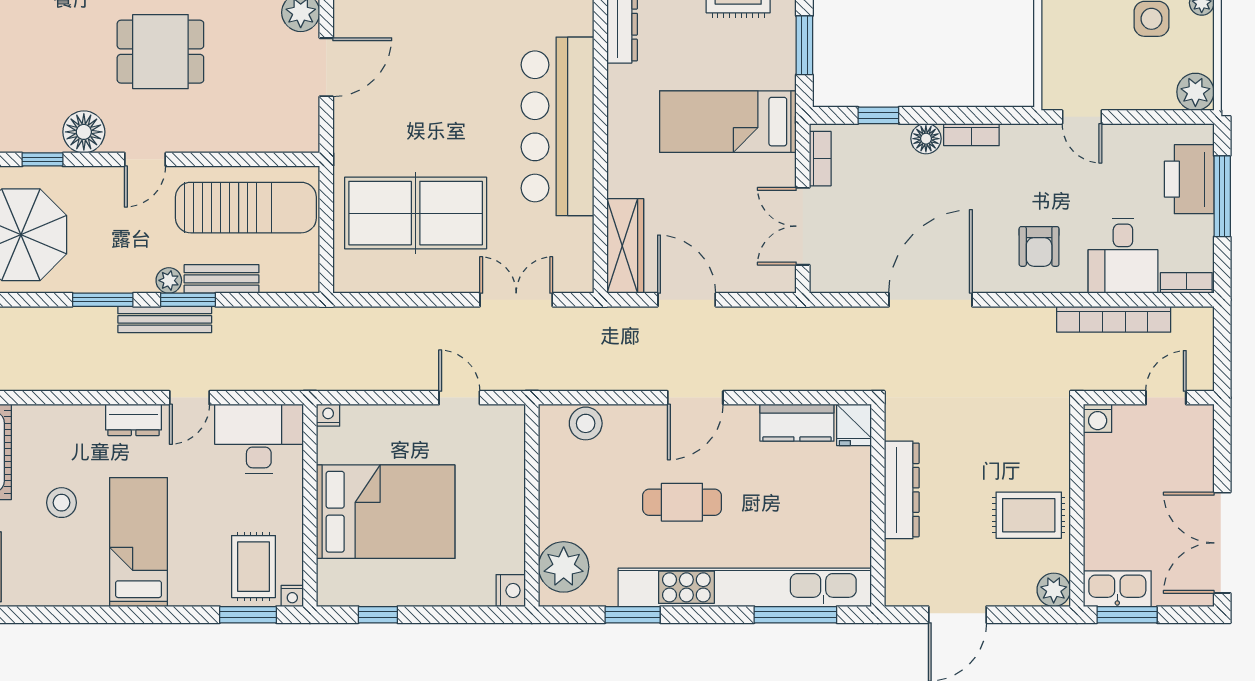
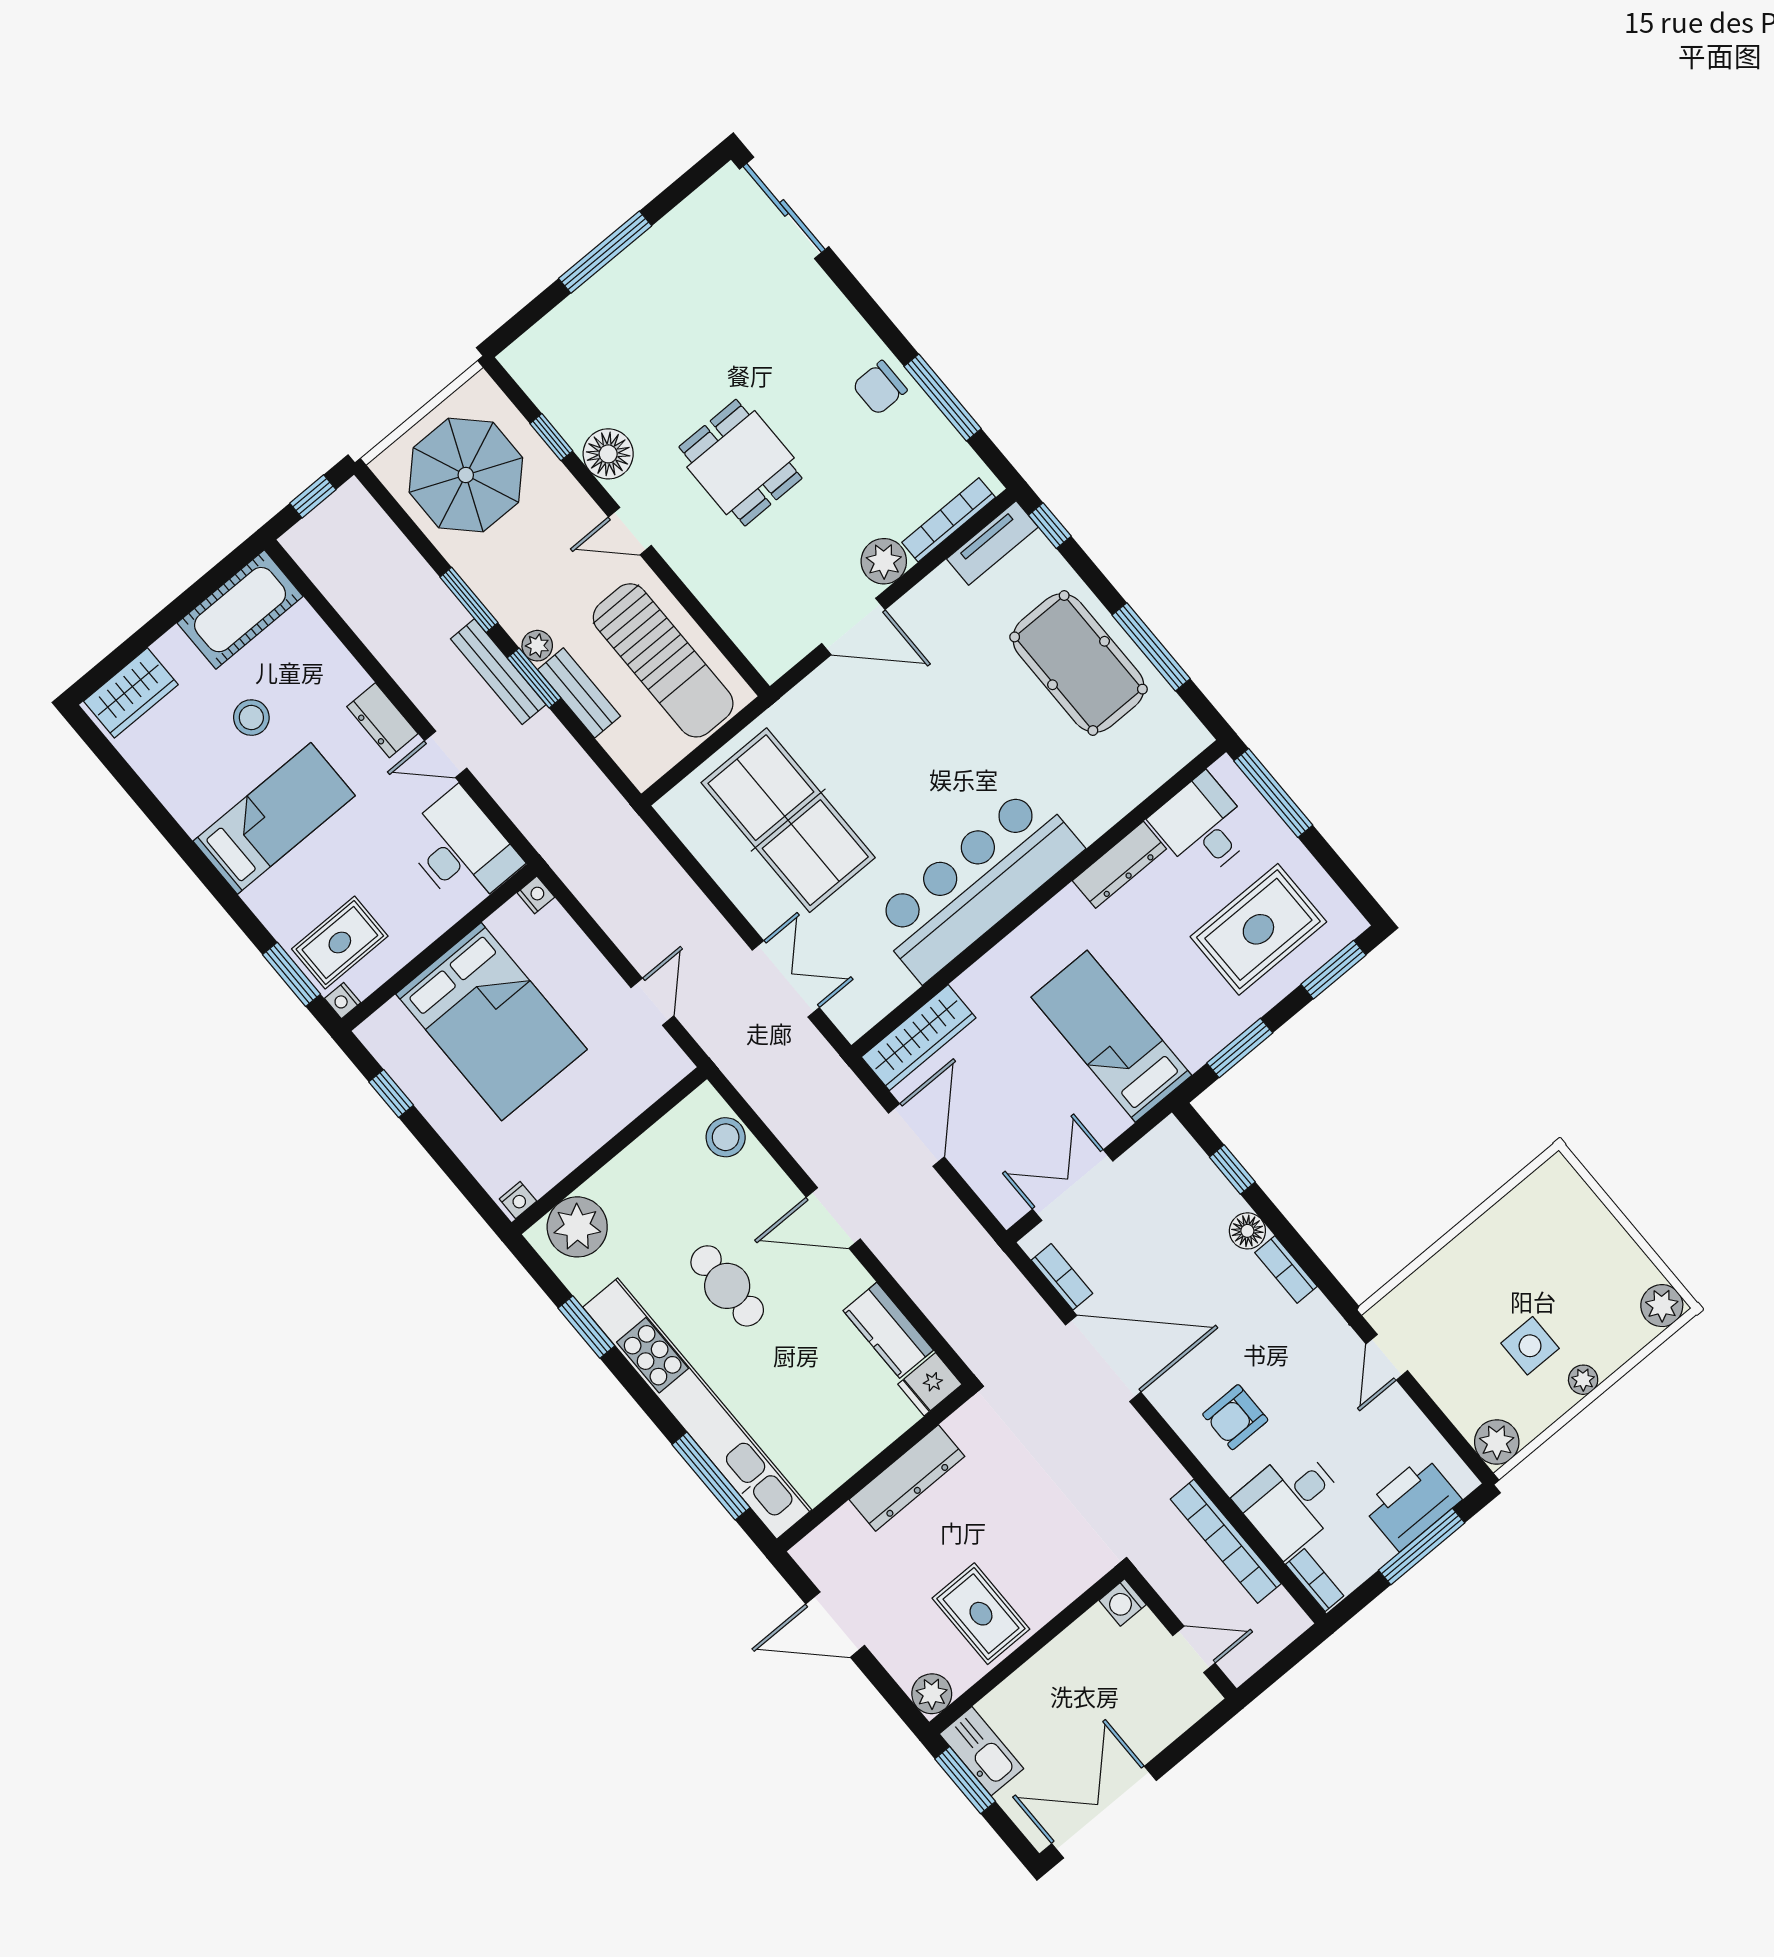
bookcase: (820, 159) -> (1062, 1277), moved, turned -90
nightstand: (511, 590) -> (518, 1200), width x0.72, depth x0.74

